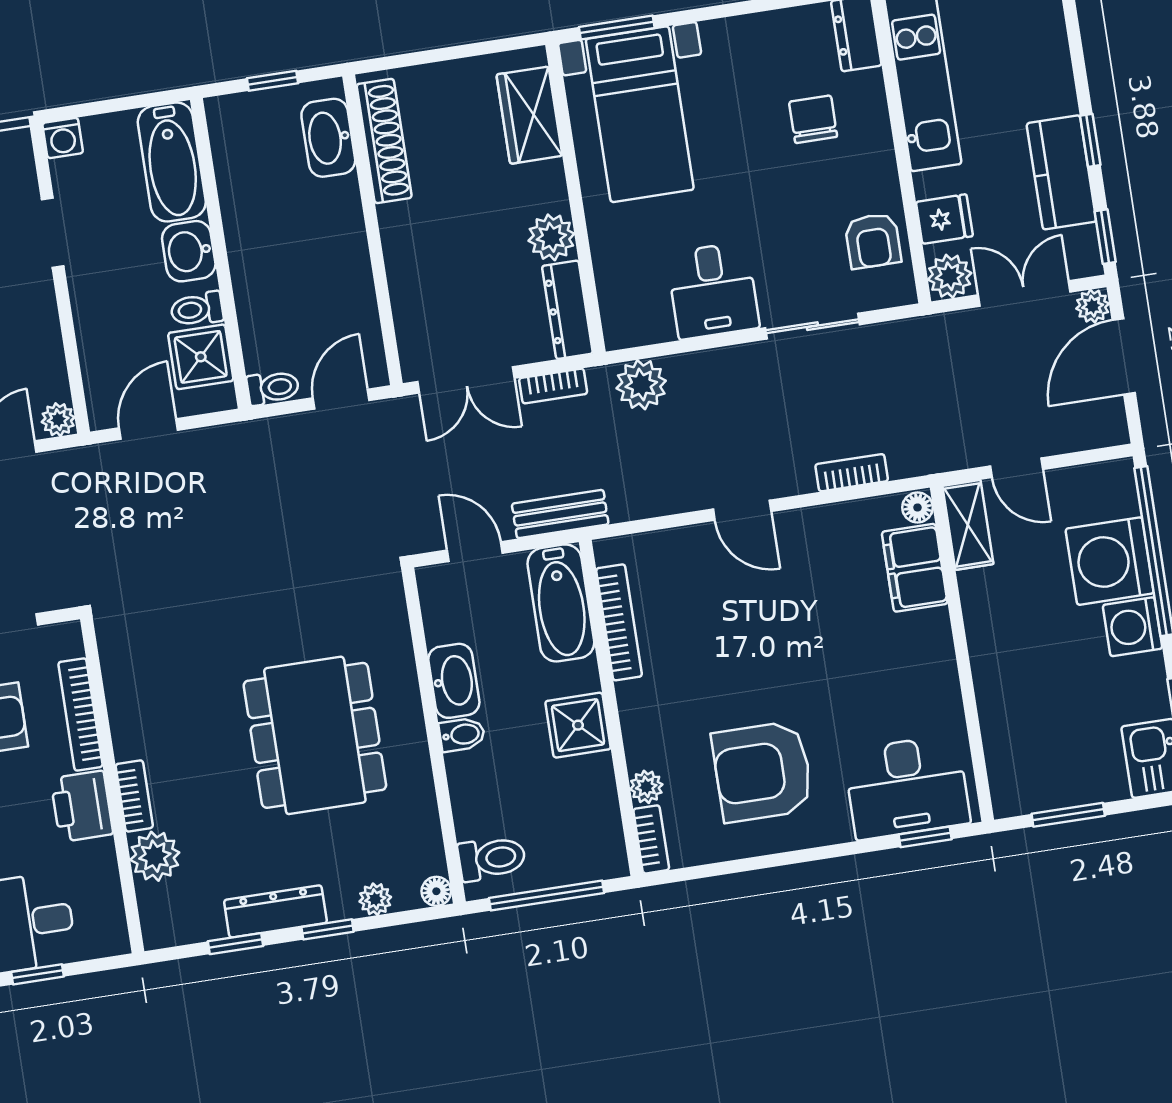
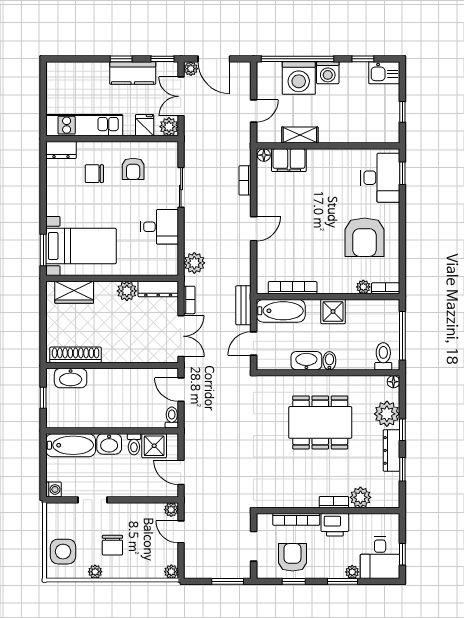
armchair: (873, 241) -> (133, 169), moved, turned 90
shelving: (968, 525) -> (300, 135), moved
window: (1068, 815) -> (402, 112), width x0.67
plant: (375, 899) -> (387, 414), width x1.88, depth x1.88

